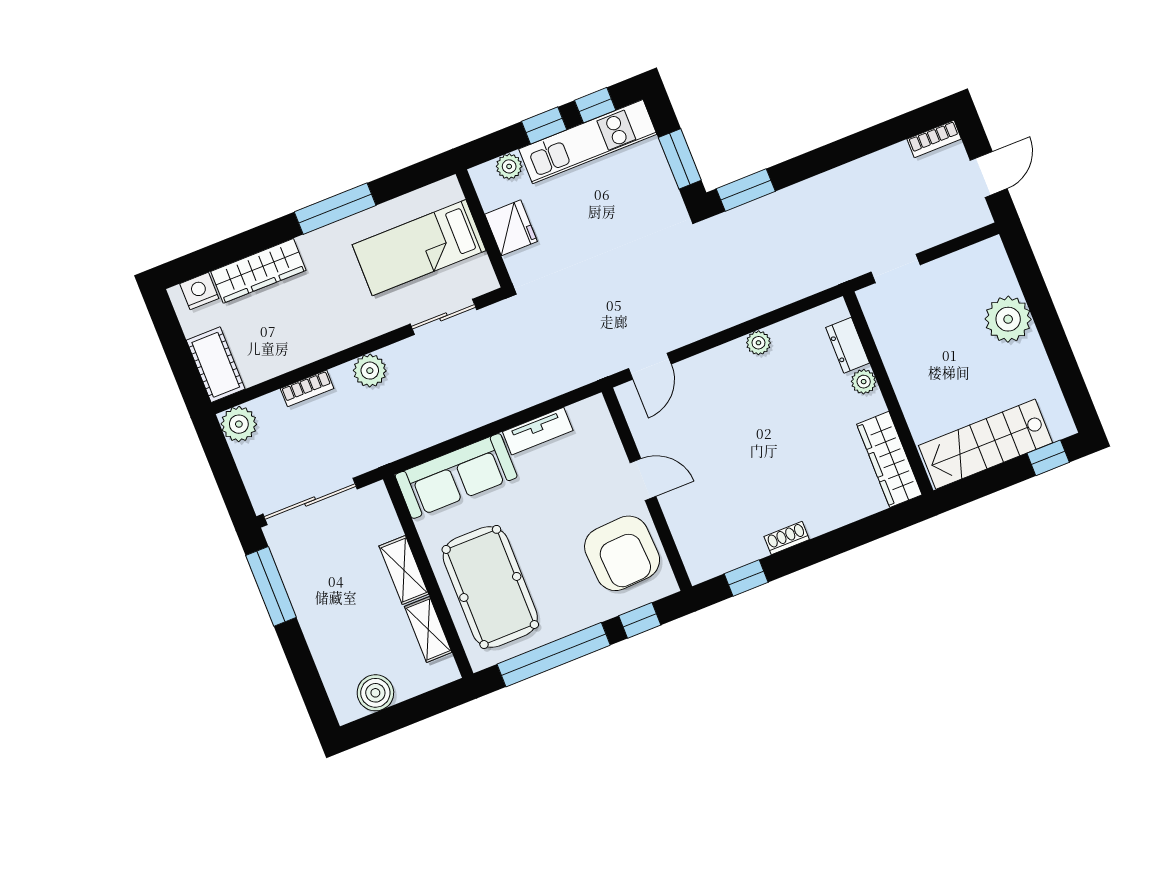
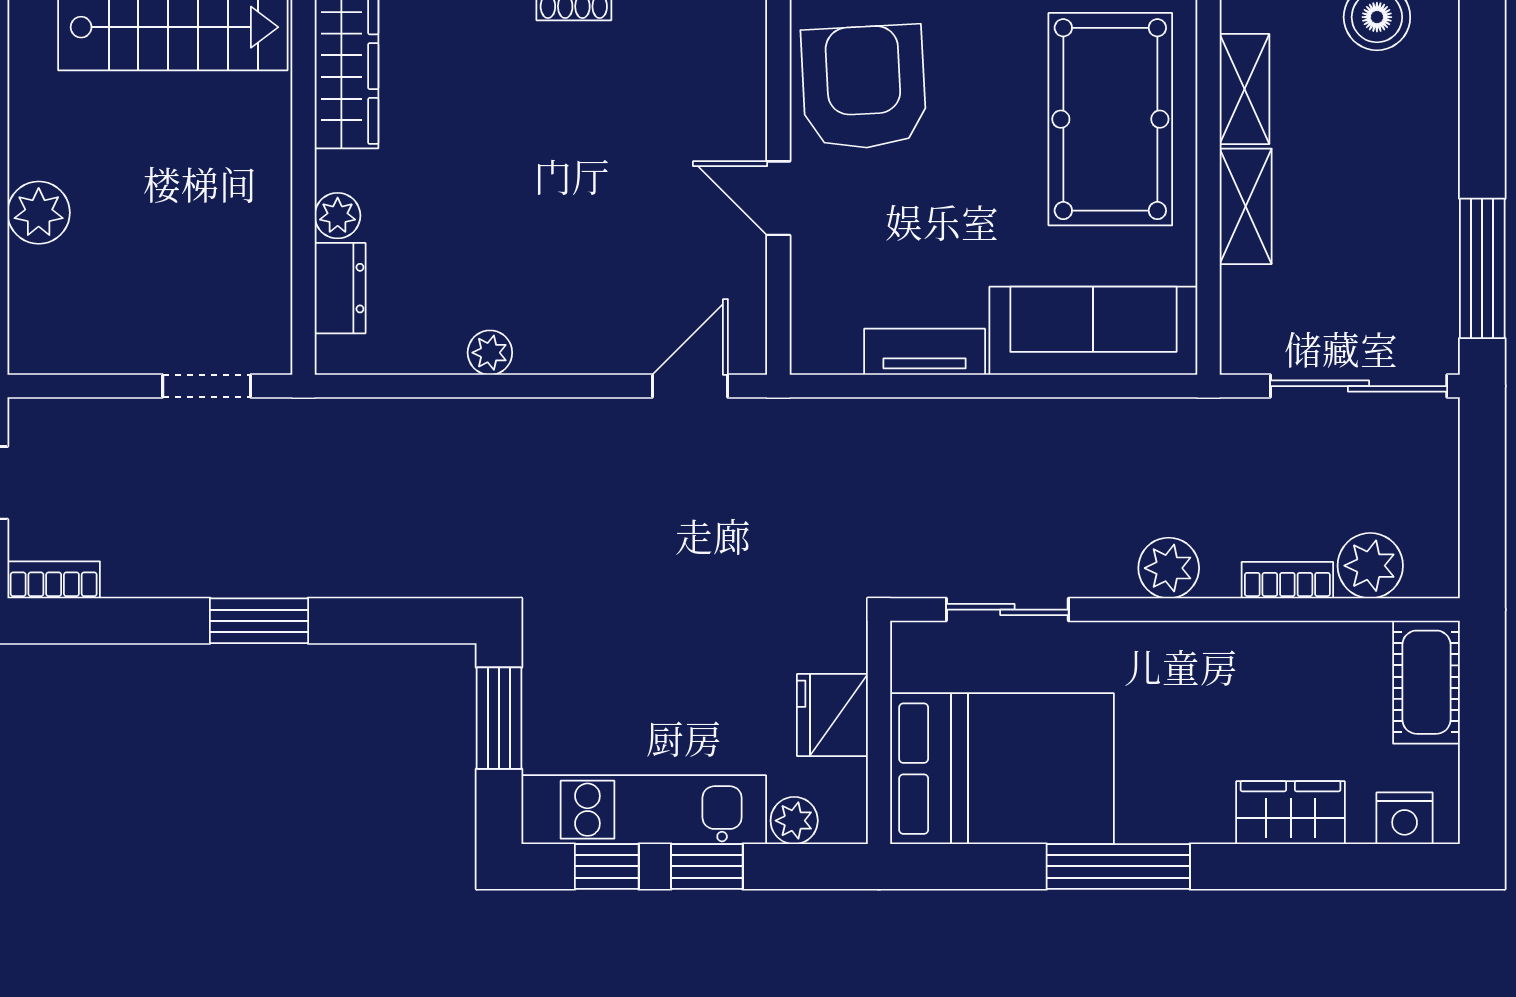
window: (746, 190) -> (259, 621), moved
bed: (419, 248) -> (1002, 769), width x1.50
wardrobe: (258, 271) -> (1291, 813), width x0.67
plant: (1008, 319) -> (39, 213), width x0.73, depth x0.73
plant: (239, 424) -> (1370, 566), moved

